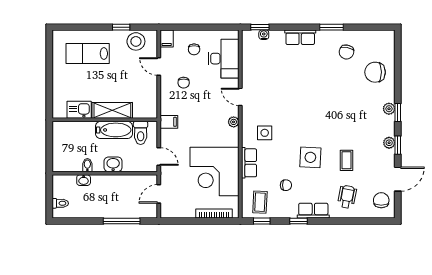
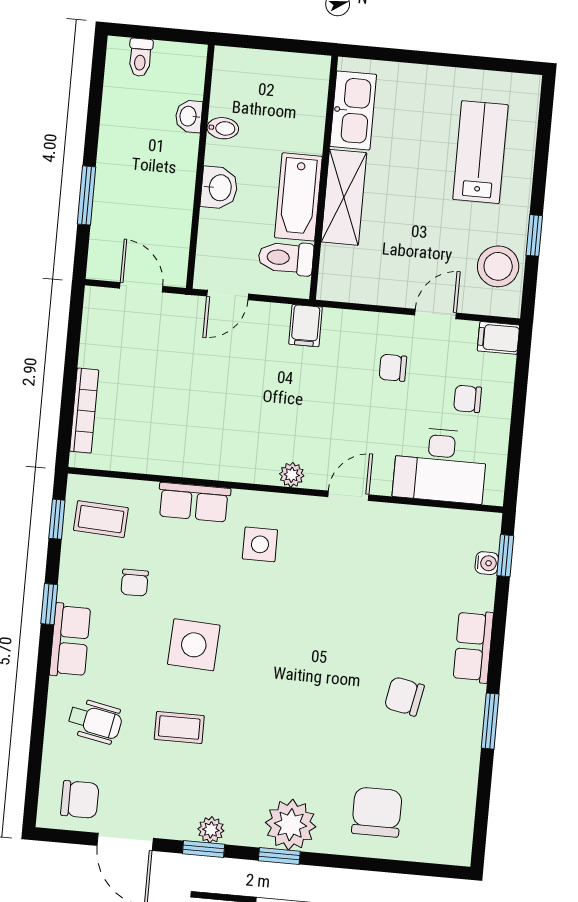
chair: (346, 52) -> (404, 696), moved
plant: (389, 109) -> (291, 825), width x1.88, depth x1.88
kitchen sink: (79, 110) -> (353, 110), width x1.38
corner desk: (214, 172) -> (181, 420), removed
window: (122, 221) -> (86, 195), width x0.69

